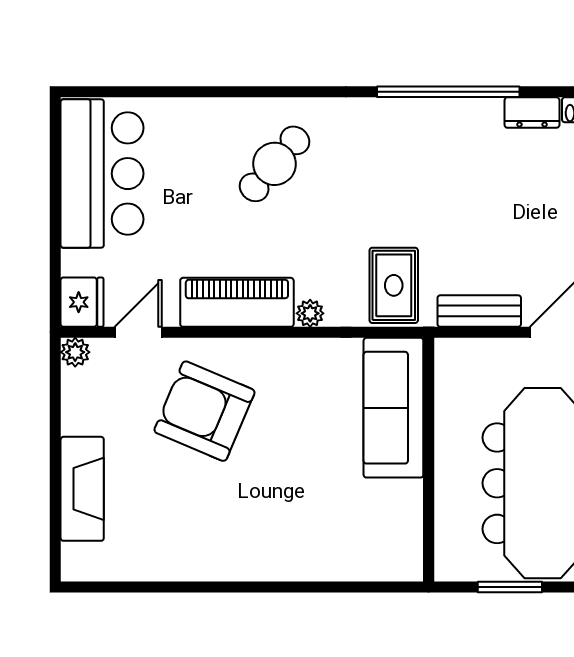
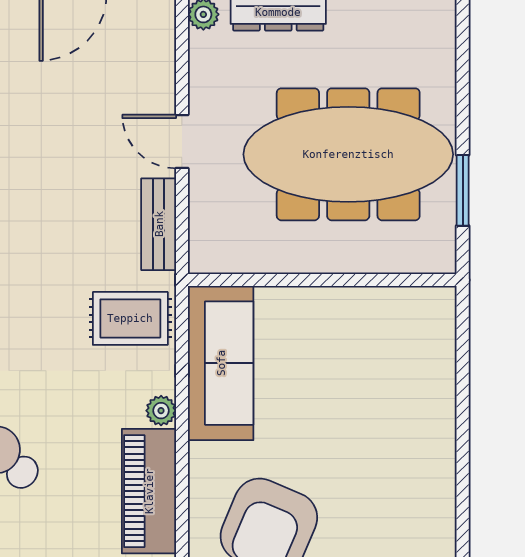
sofa: (393, 408) -> (221, 363), moved, turned -90

